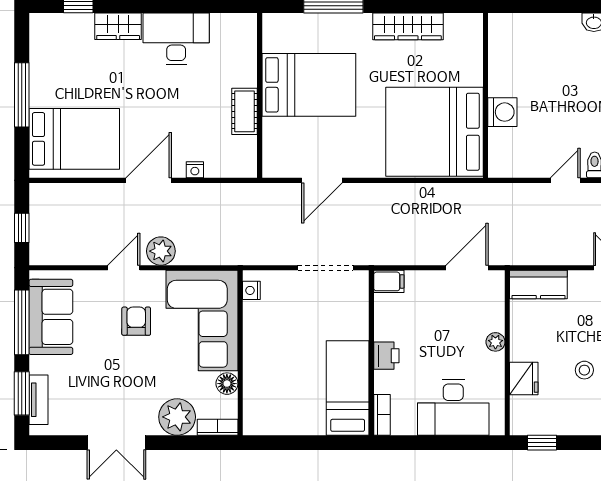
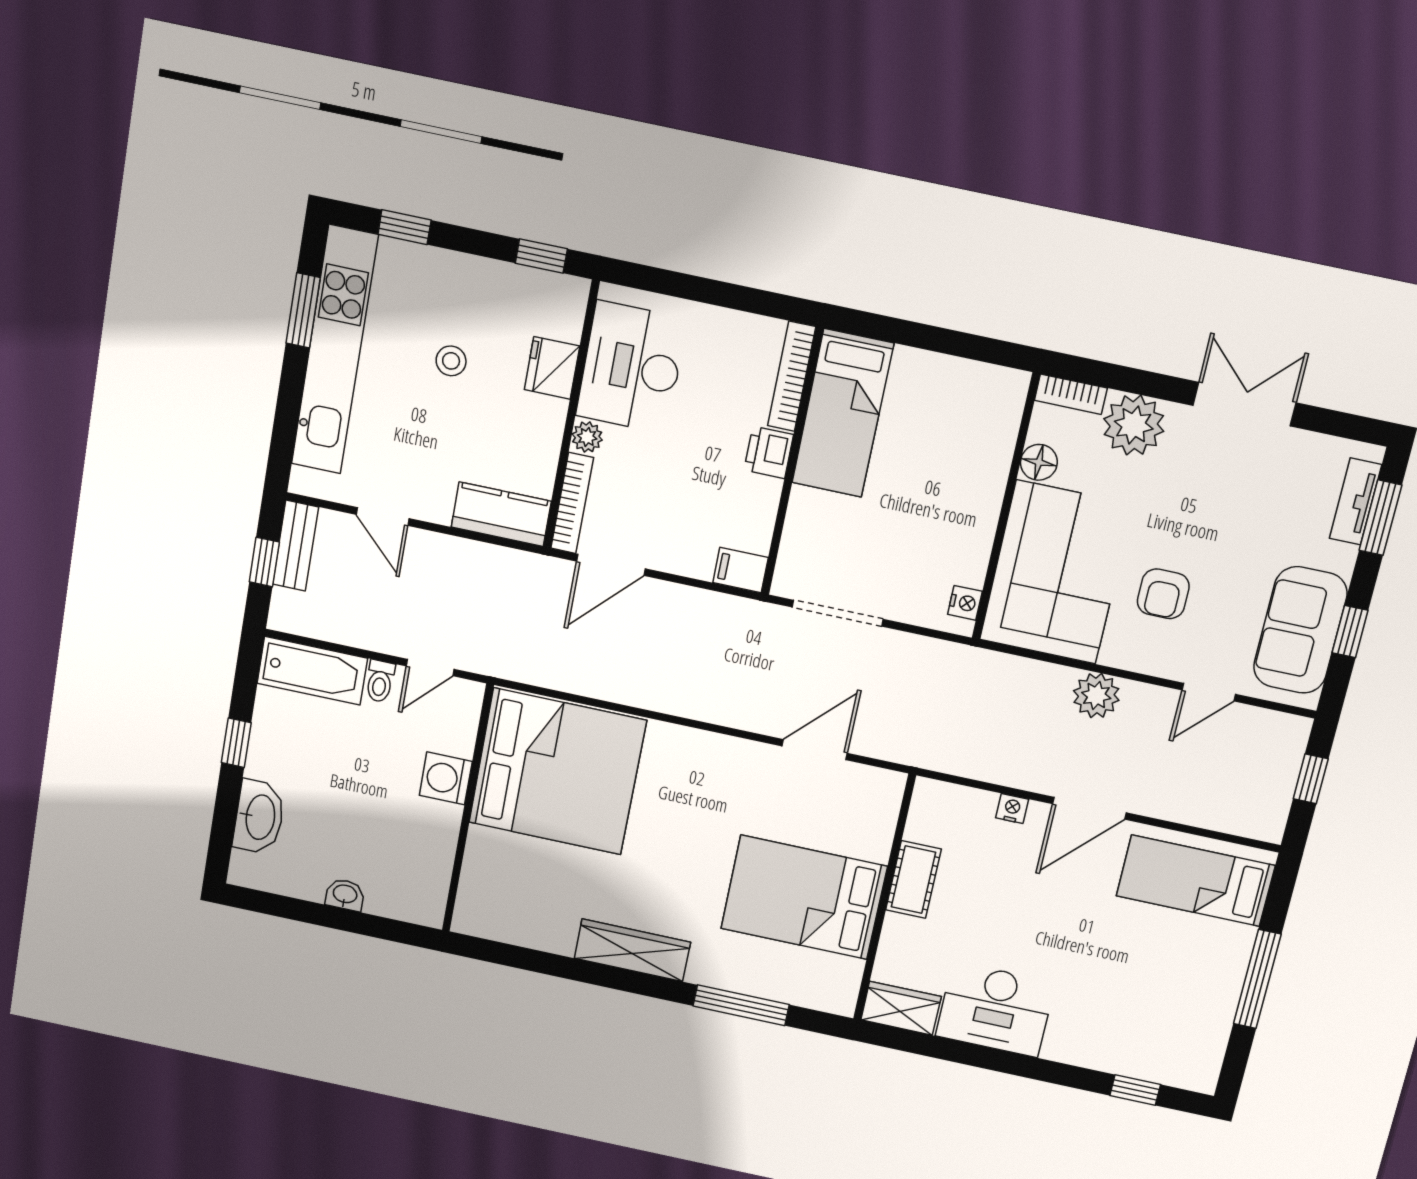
wardrobe: (118, 26) -> (901, 1008), moved
wall: (485, 95) -> (468, 809), moved
washing machine: (502, 112) -> (446, 778), moved
bed: (434, 132) -> (557, 771), moved
bed: (74, 139) -> (1196, 881), width x0.67
door: (124, 268) -> (1209, 692), moved
bookcase: (497, 300) -> (572, 503), added
window: (22, 322) -> (1350, 632), width x0.46
desk: (453, 407) -> (631, 367), moved, turned -90
bookcase: (382, 415) -> (792, 376), width x1.56

